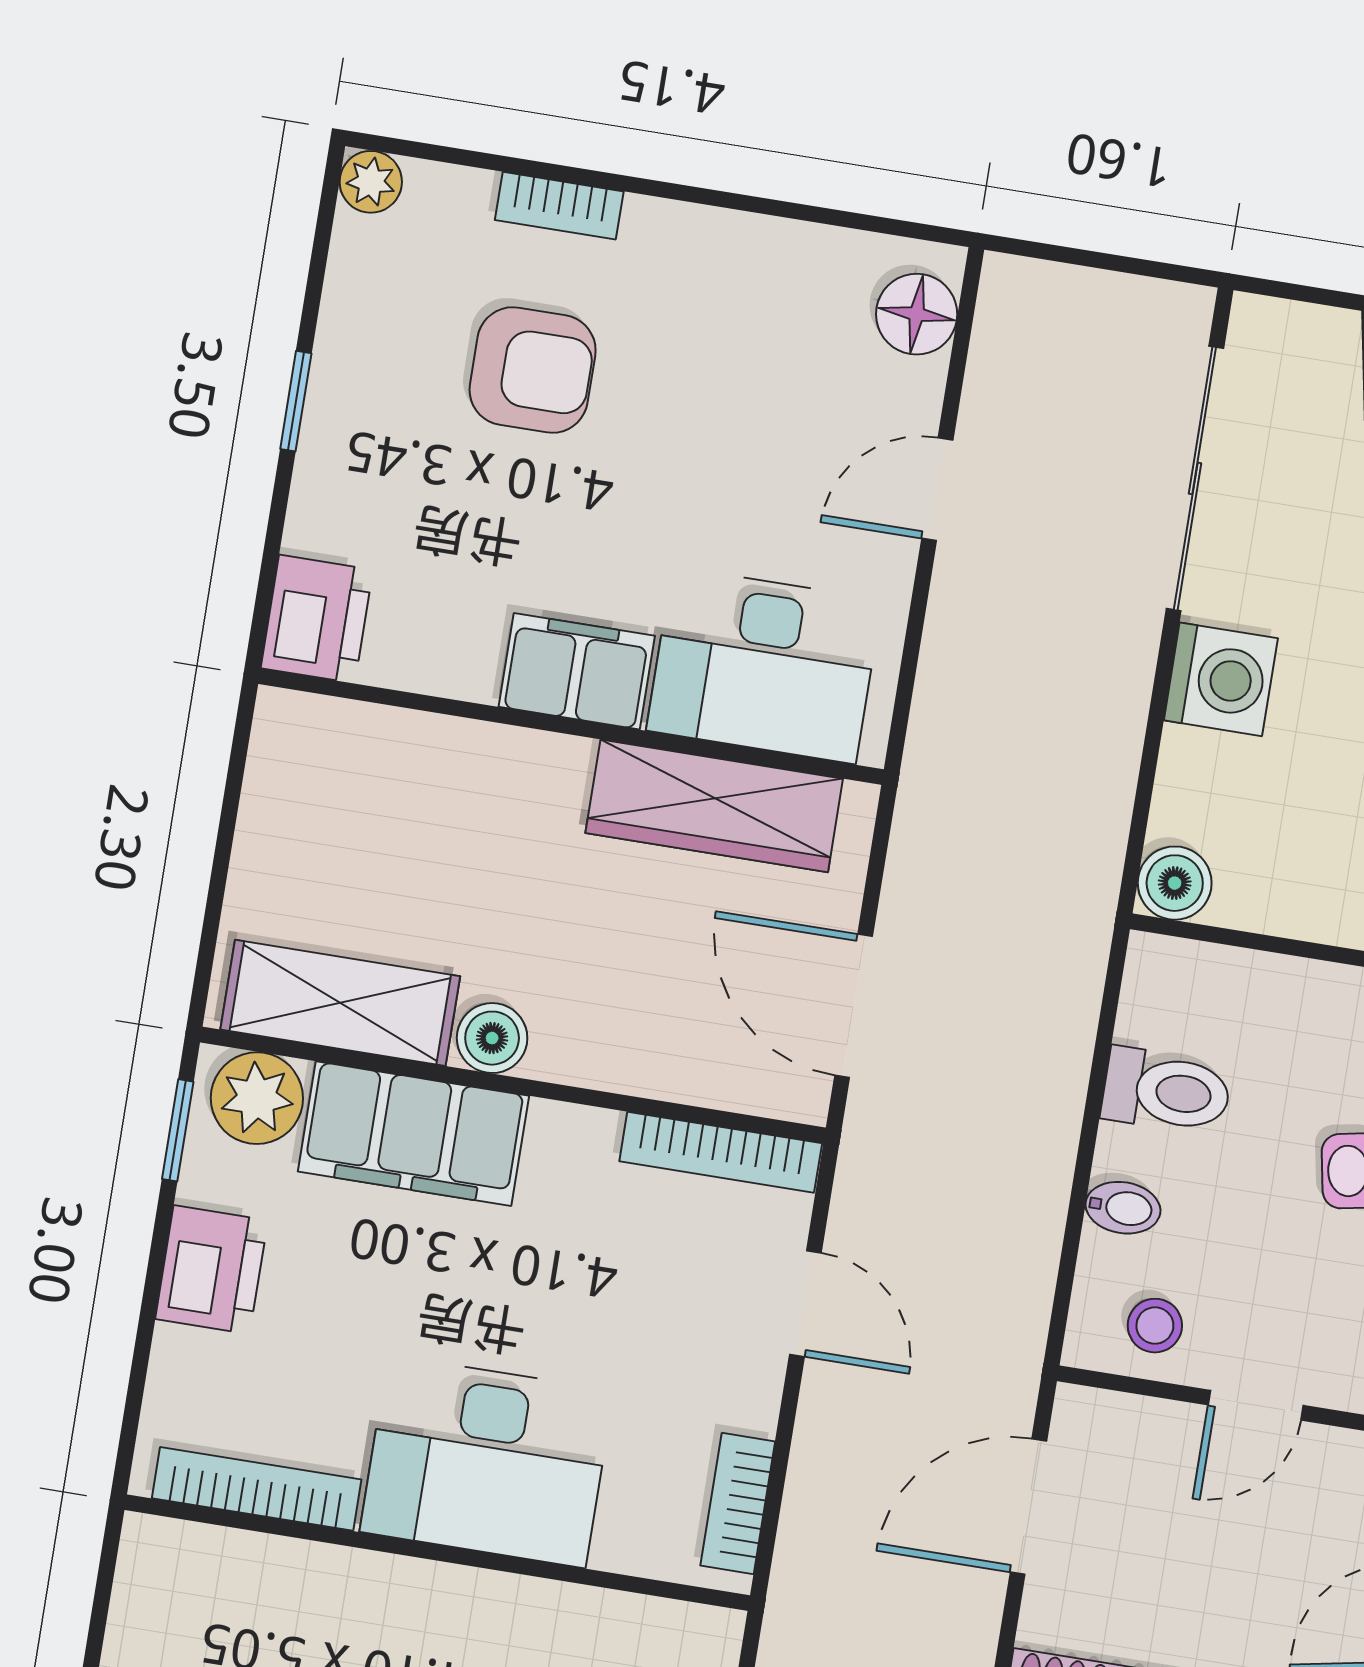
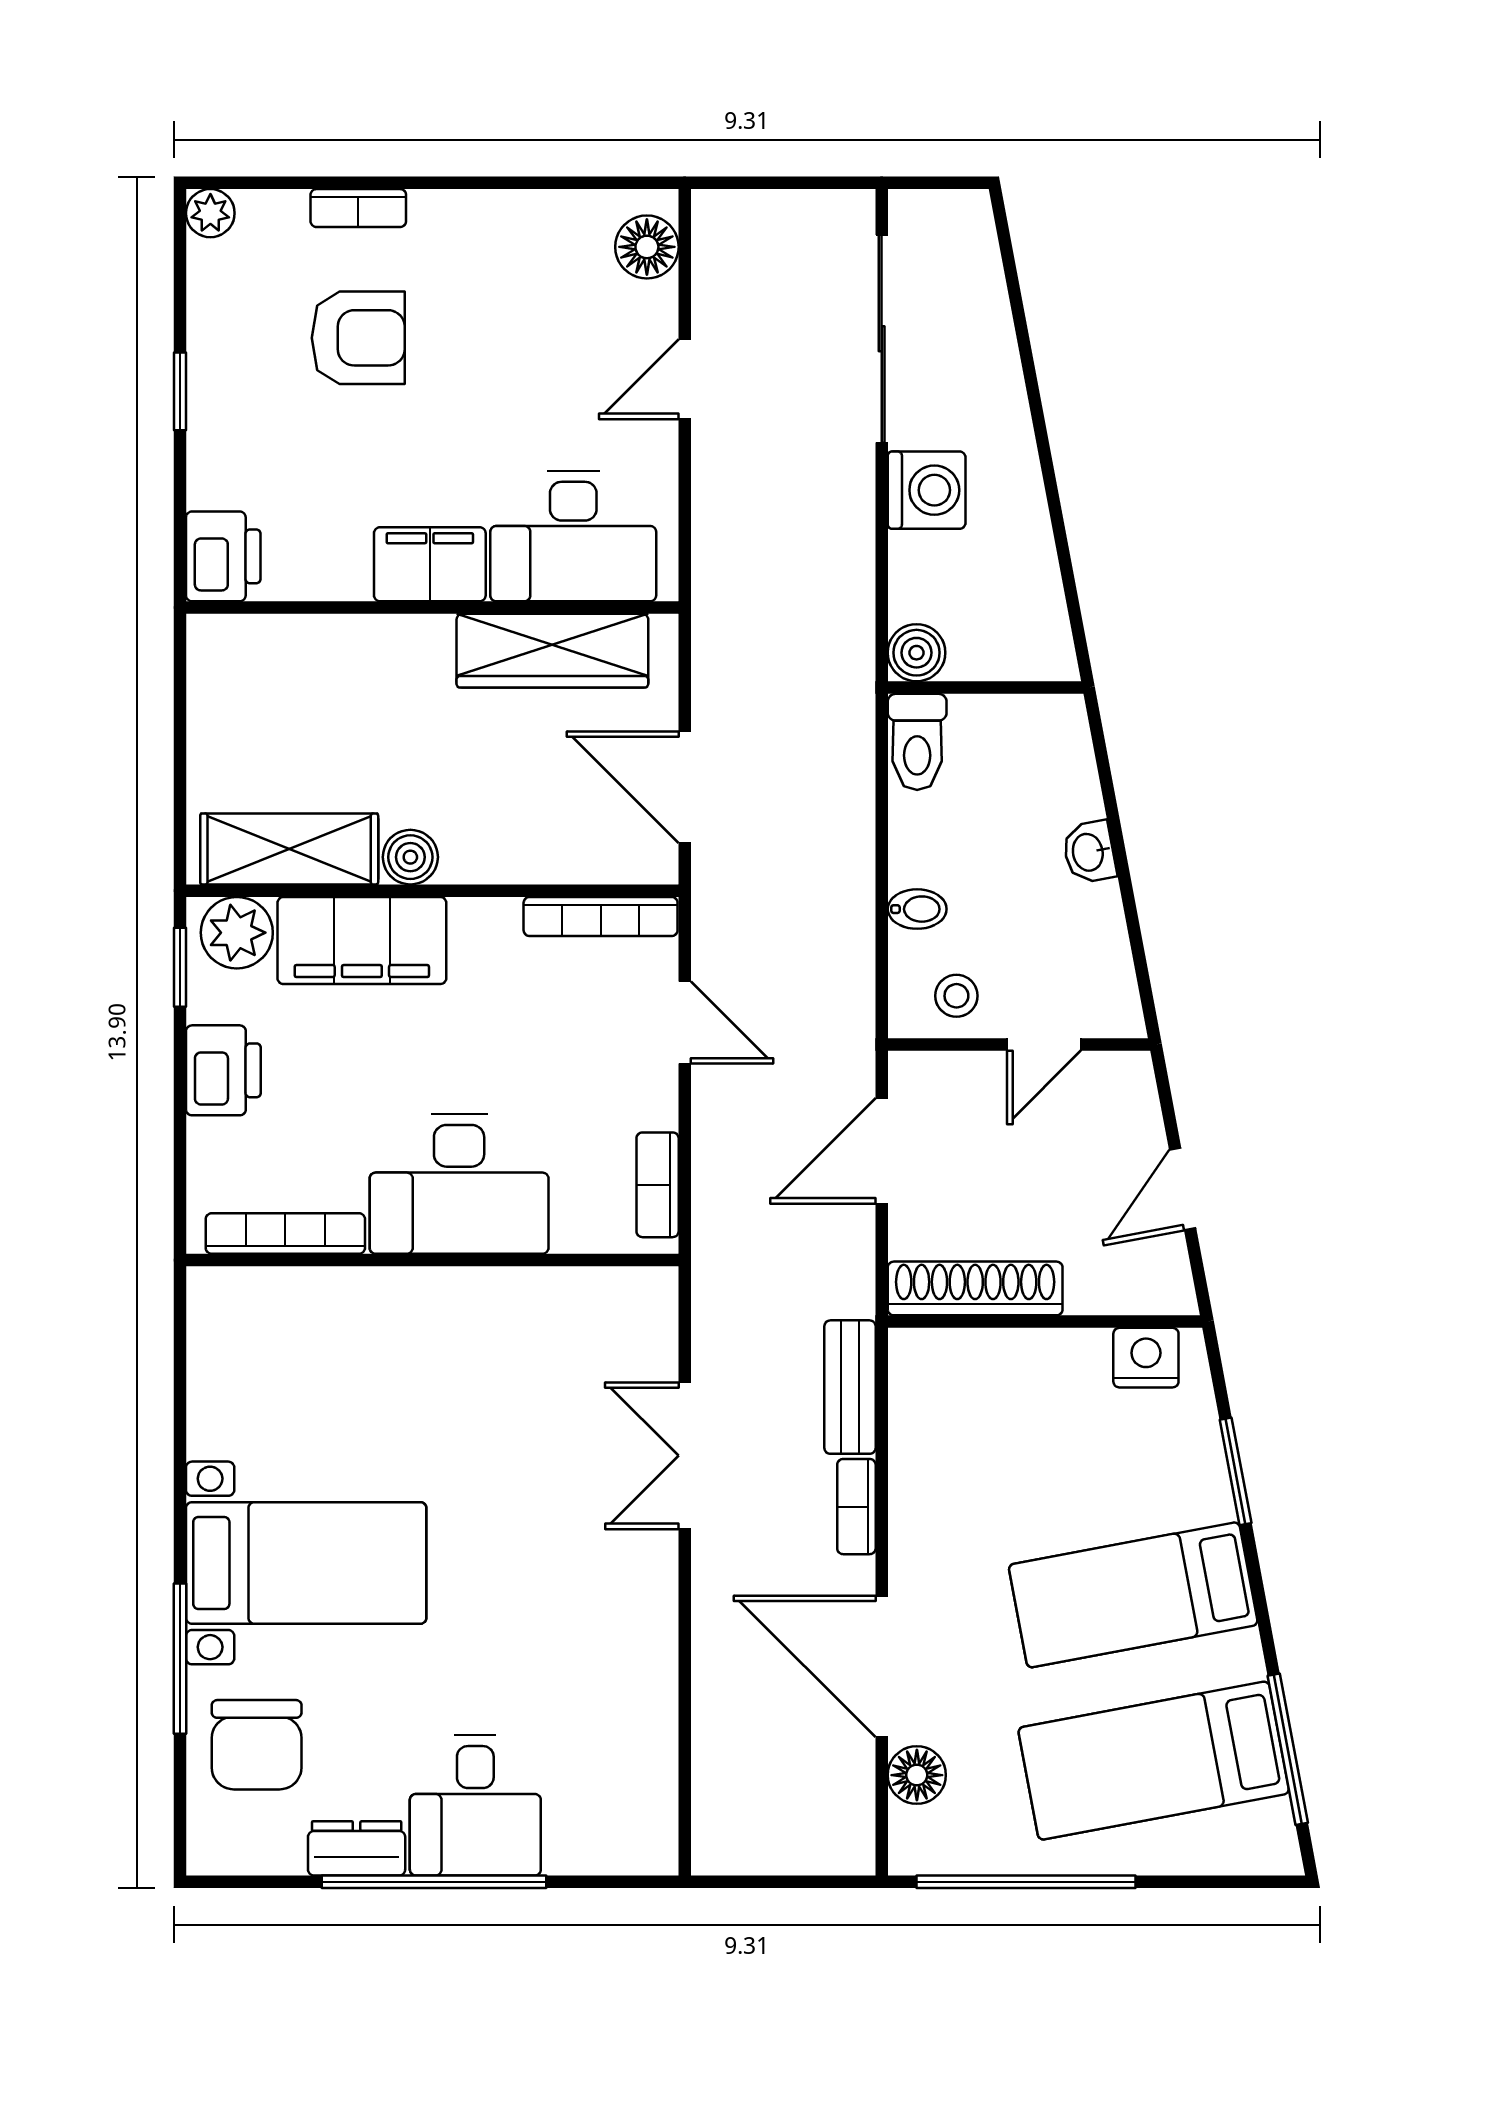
toilet: (1166, 1091) -> (917, 742), moved, turned 90

